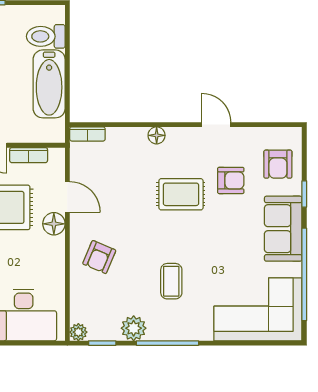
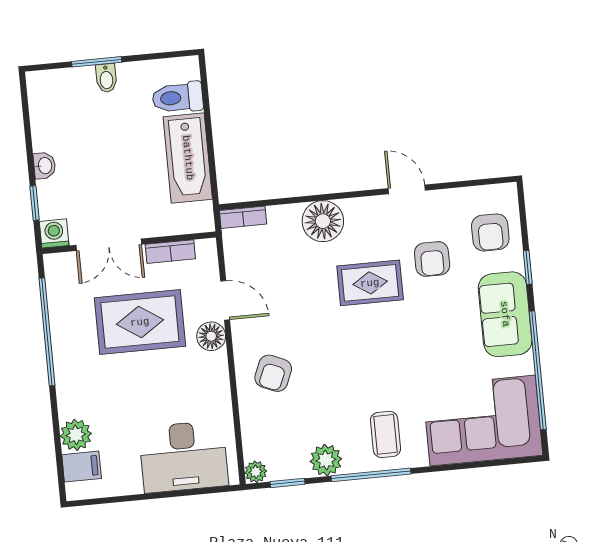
floor lamp: (157, 135) -> (323, 221), width x1.89, depth x1.89
armchair: (231, 180) -> (432, 259), turned 90
coffee table: (171, 281) -> (385, 434), moved

